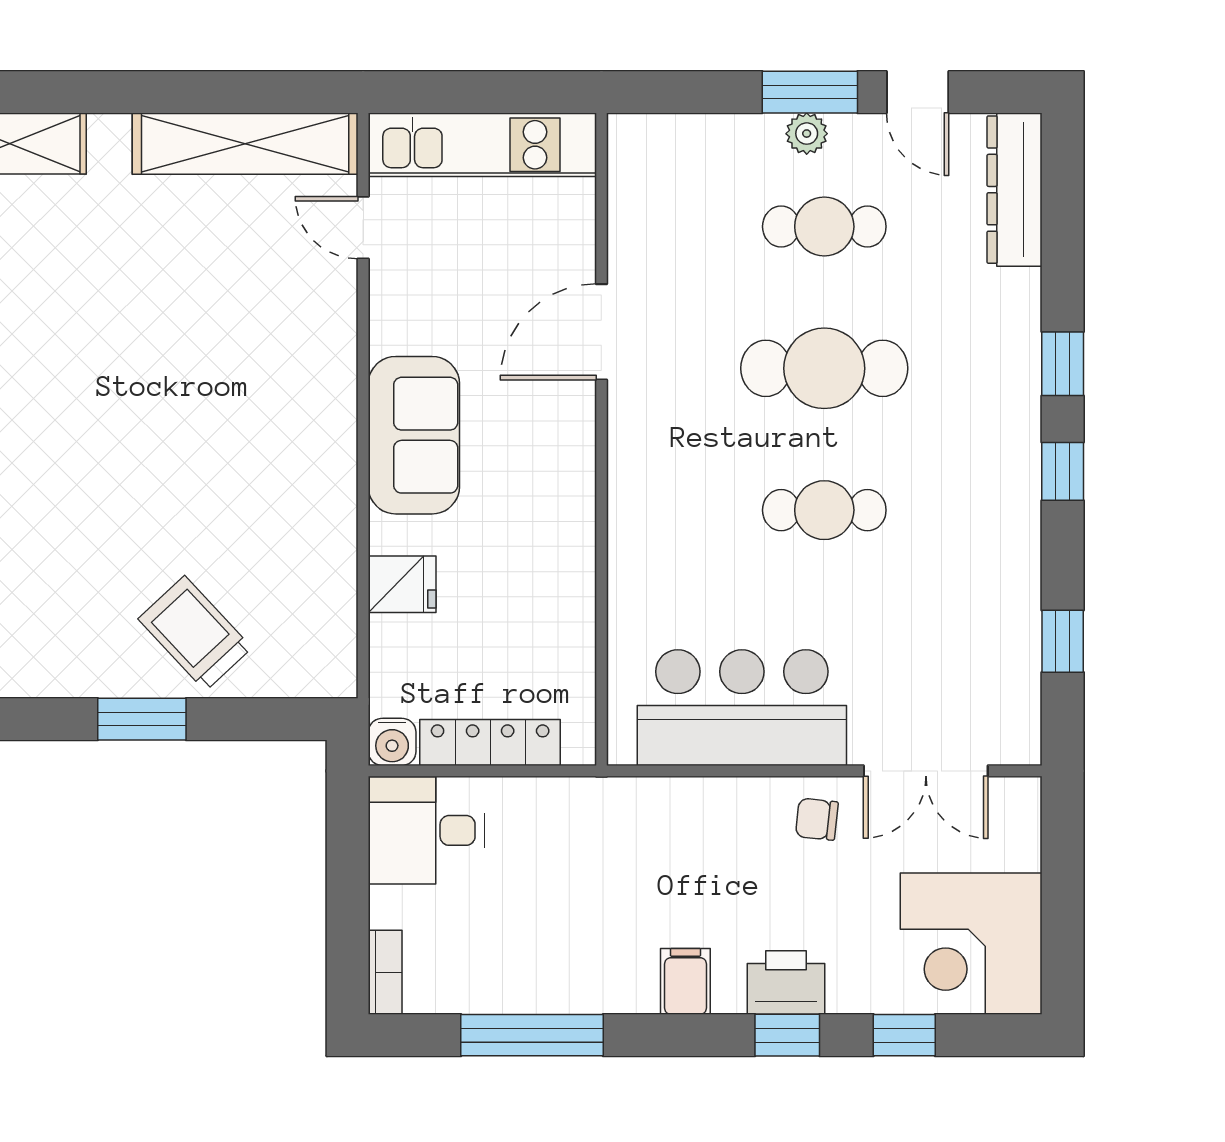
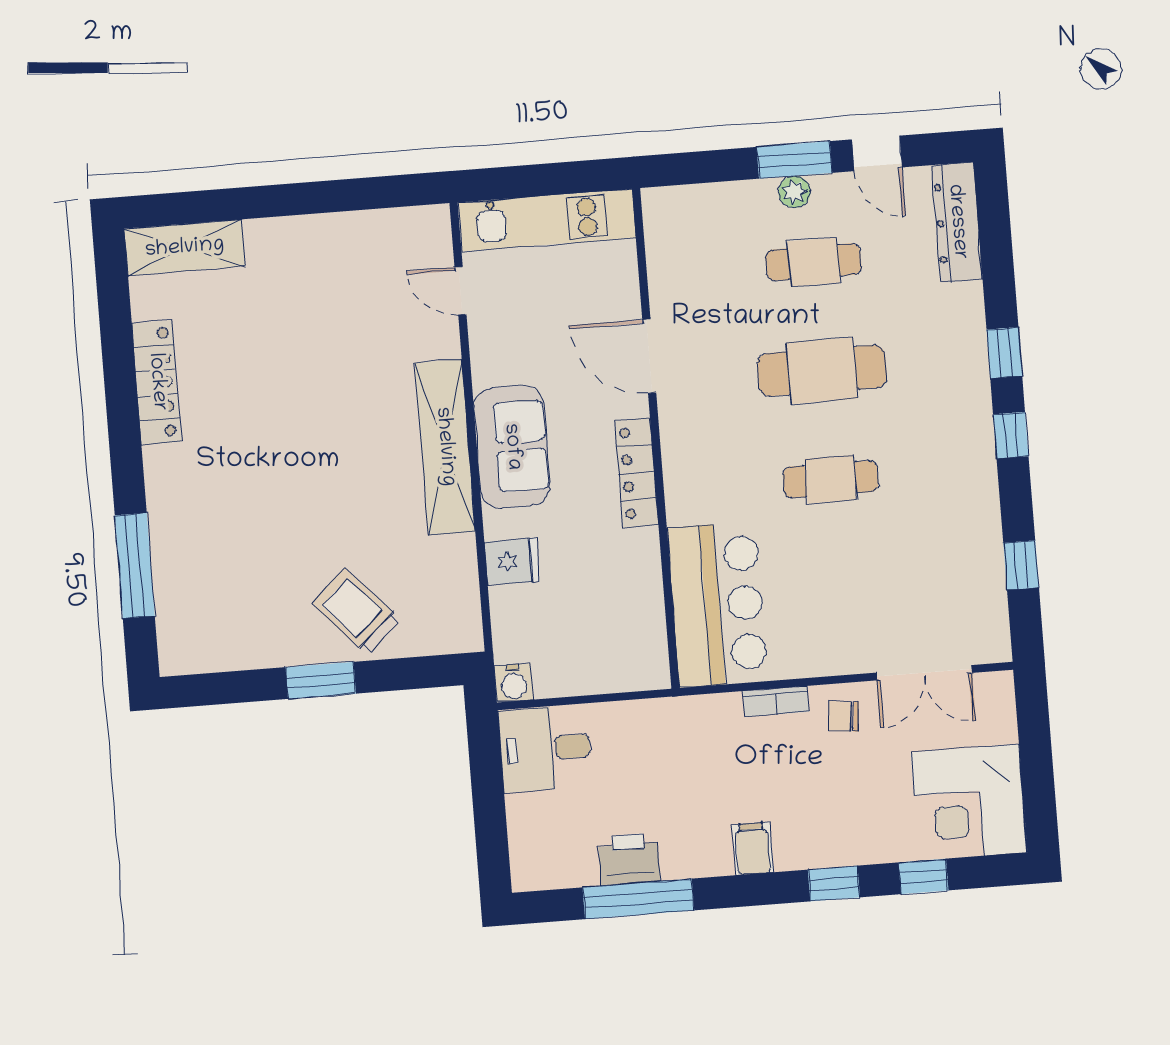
shelving: (245, 144) -> (445, 447), moved, turned 90
door: (601, 332) -> (649, 356), hinge flipped
bar counter: (742, 708) -> (717, 605), moved, turned 90
locker: (490, 742) -> (637, 473), moved, turned -90
bookcase: (385, 972) -> (776, 701), moved, turned 90
printer: (786, 983) -> (629, 859), moved

